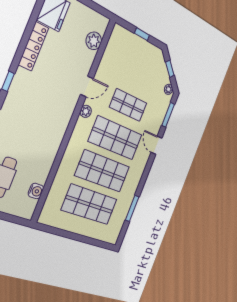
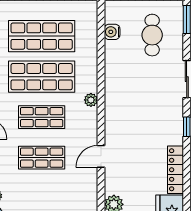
plant: (86, 111) -> (91, 100), moved
shop shelf: (115, 138) -> (42, 117), width x0.70, depth x0.74

